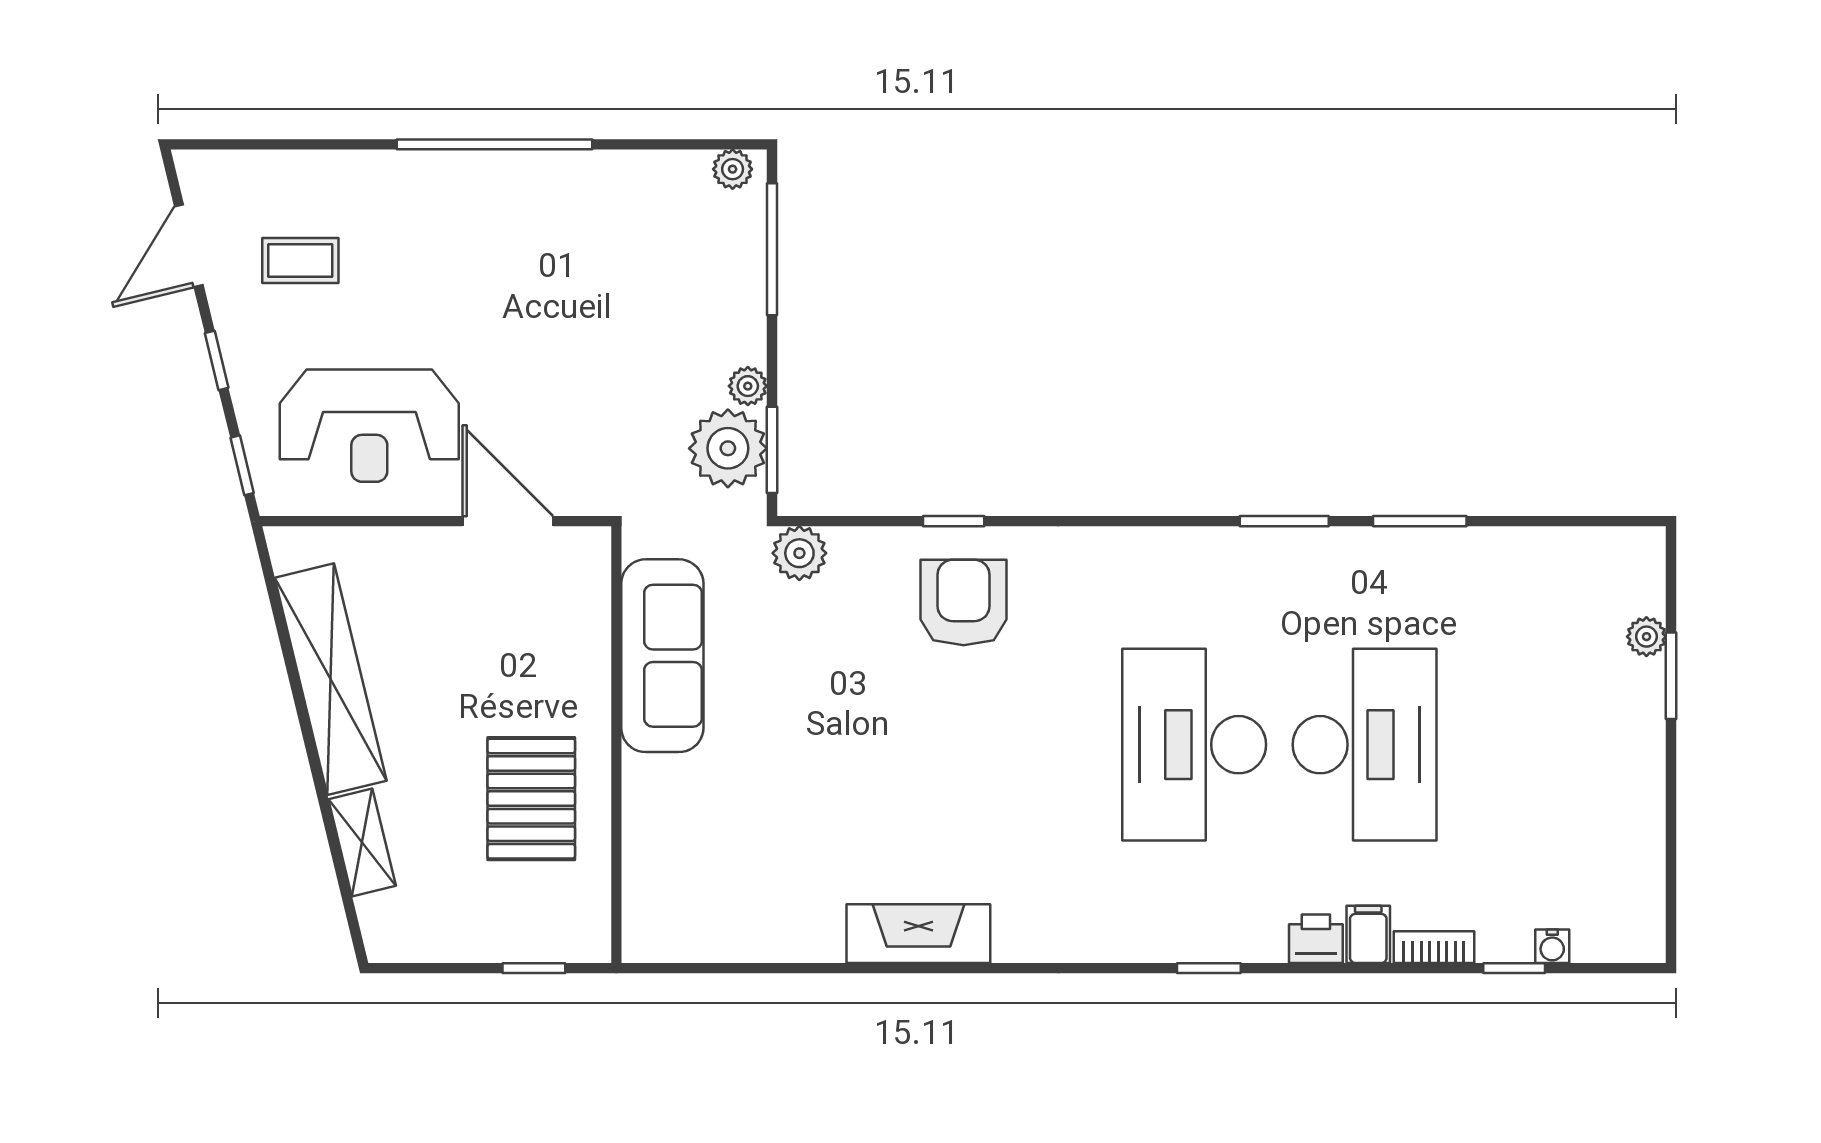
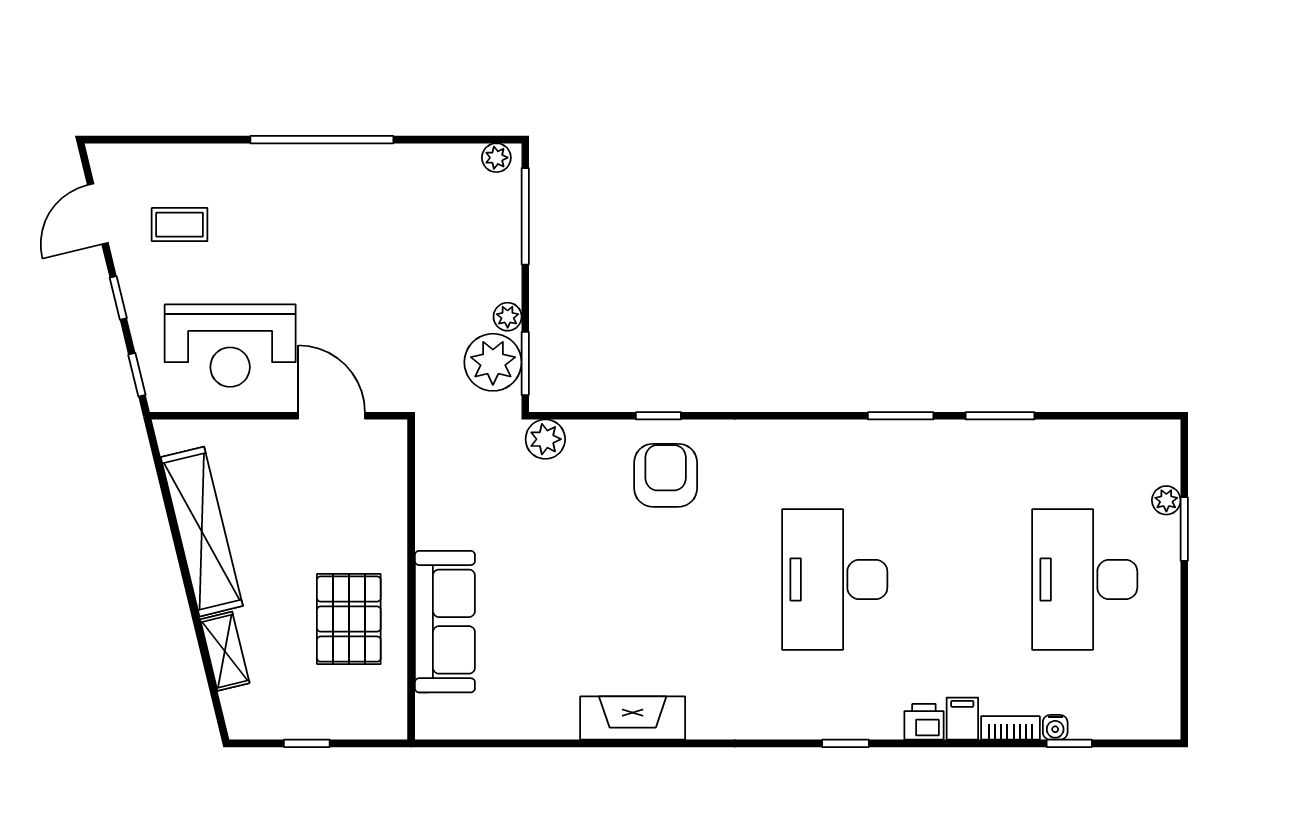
sofa: (662, 656) -> (445, 622), moved
desk: (1365, 745) -> (1085, 580), moved, turned 180
water cooler: (1552, 946) -> (1055, 727), moved
window: (534, 968) -> (307, 743), moved

